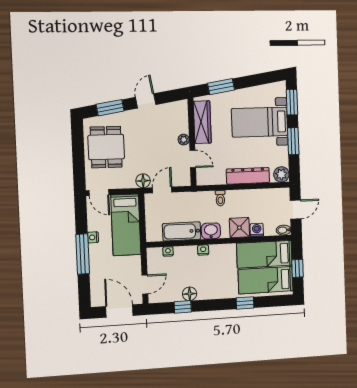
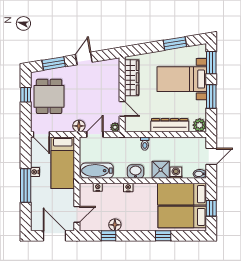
window: (221, 87) -> (175, 43), moved
plant: (184, 140) -> (115, 127), moved
window: (78, 146) -> (26, 95), added
bathtub: (182, 231) -> (97, 171), moved

